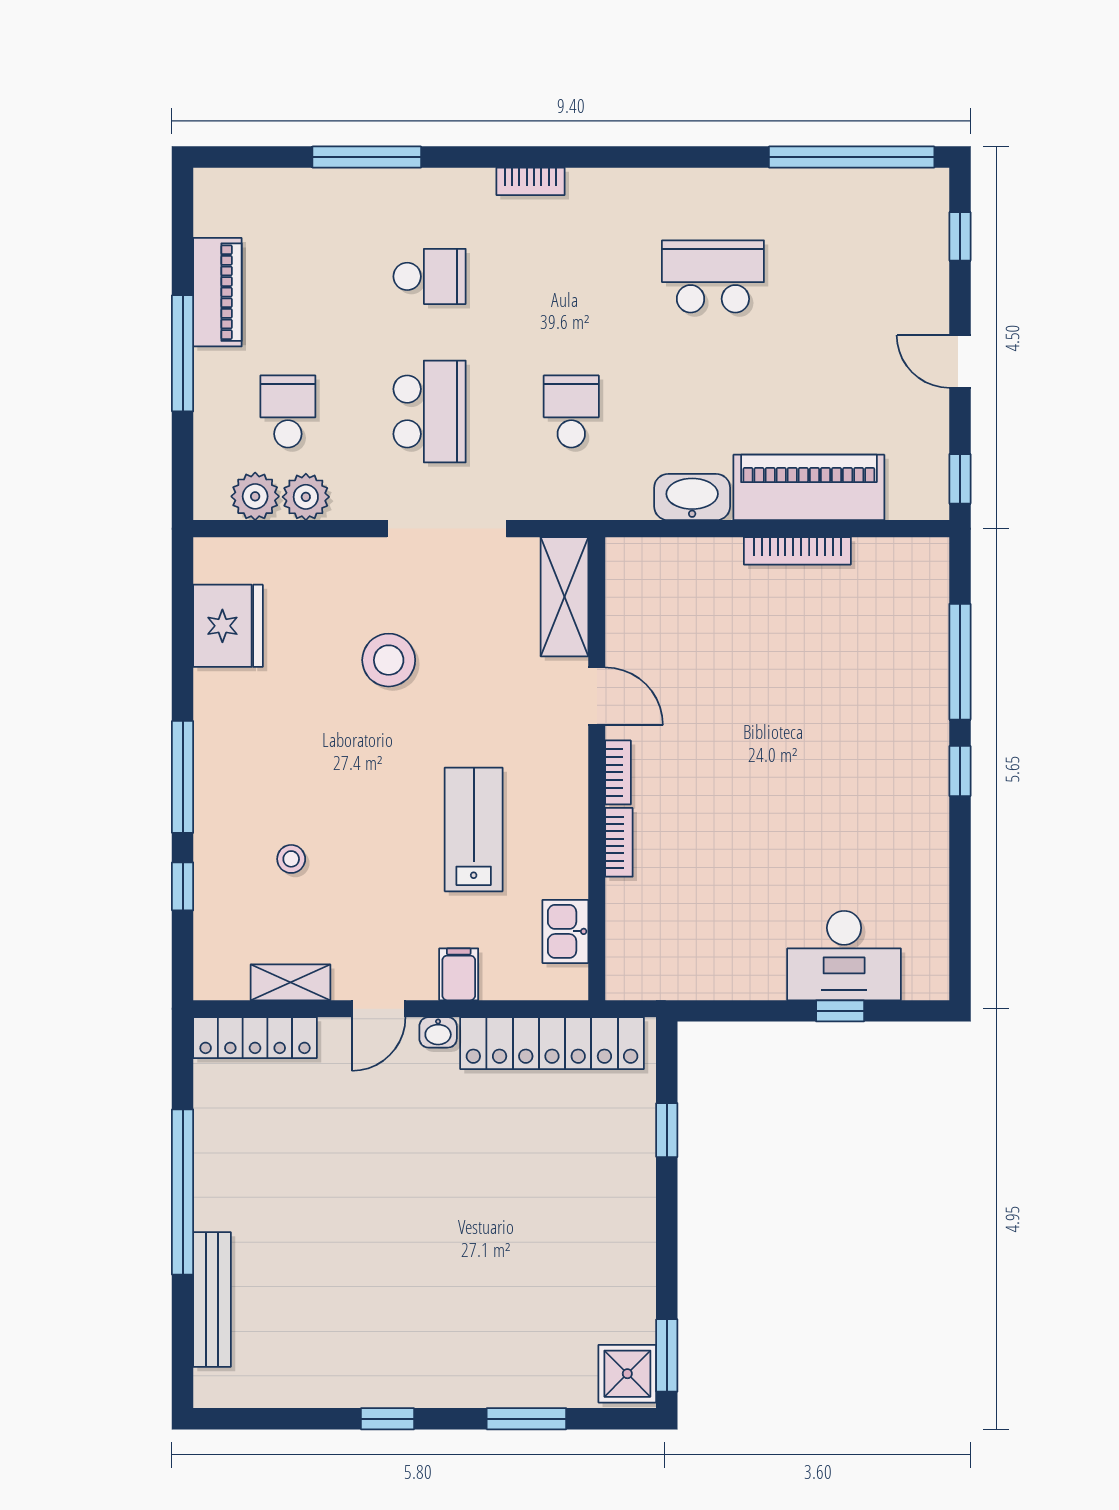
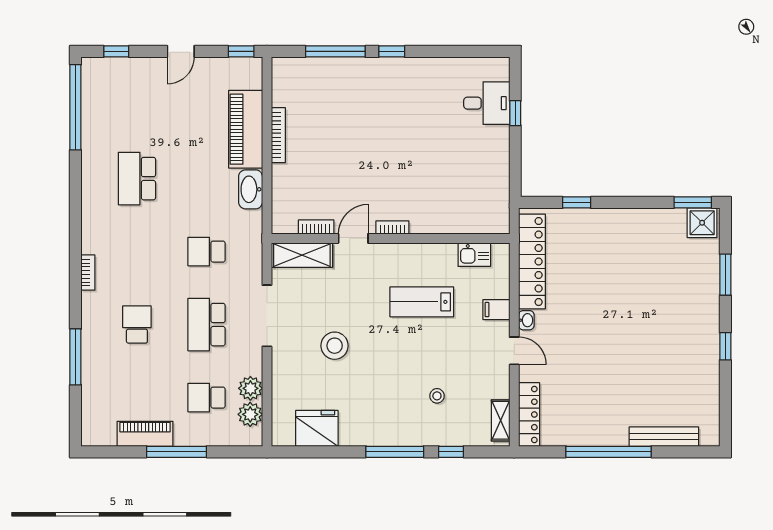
school desk: (430, 411) -> (206, 325), turned -90
bookcase: (619, 842) -> (316, 227), moved
desk: (844, 956) -> (487, 103), width x0.73
shelving: (290, 982) -> (501, 420), moved

